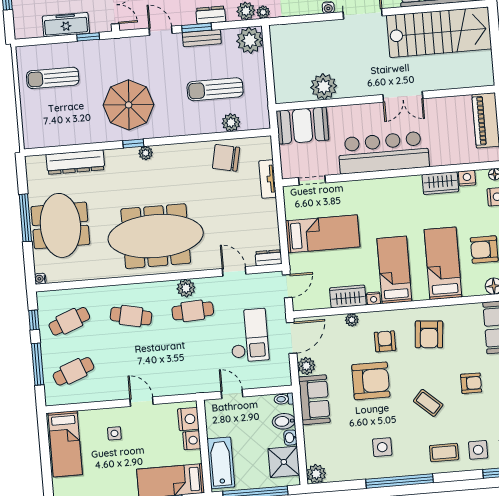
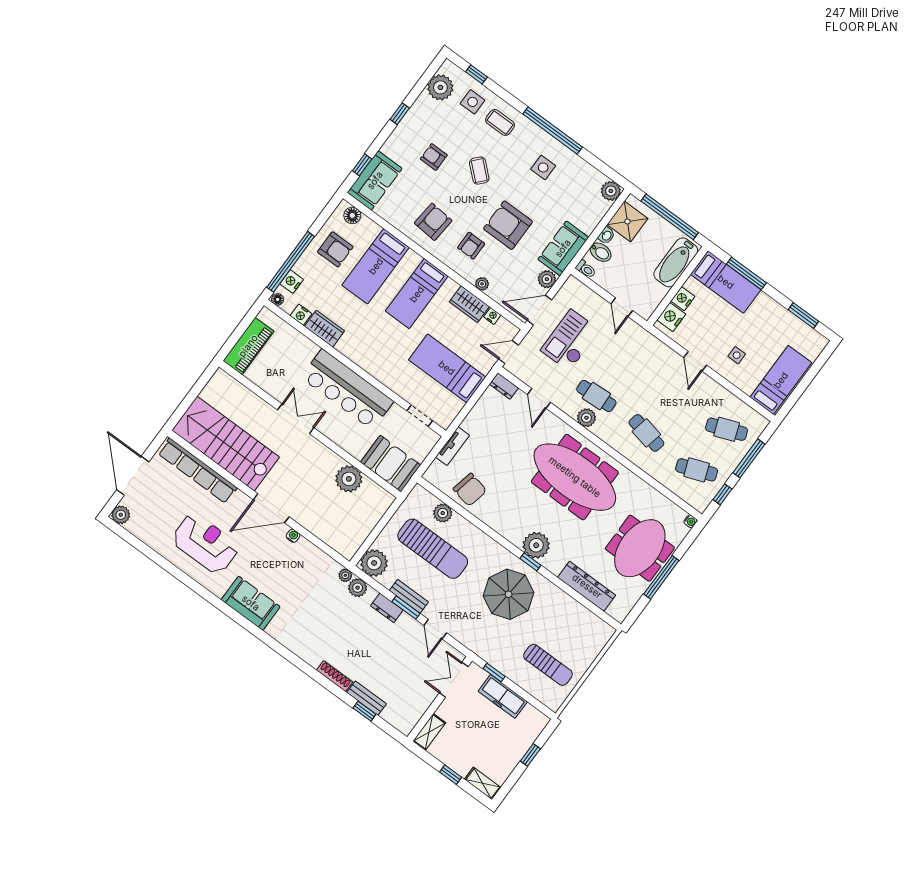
sun lounger: (215, 89) -> (433, 549), width x1.36, depth x1.34
plant: (146, 153) -> (536, 545), width x1.88, depth x1.88
nightstand: (374, 298) -> (492, 316), moved

